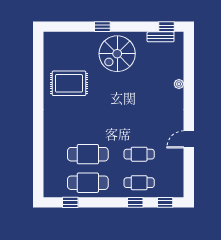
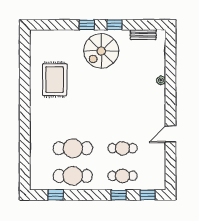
window: (166, 27) -> (115, 25), moved
rug: (69, 83) -> (55, 80), turned 90

